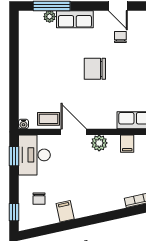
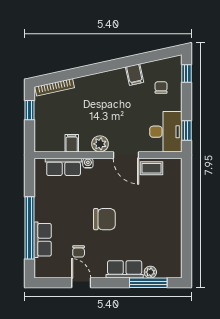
water cooler: (23, 124) -> (88, 163), moved

